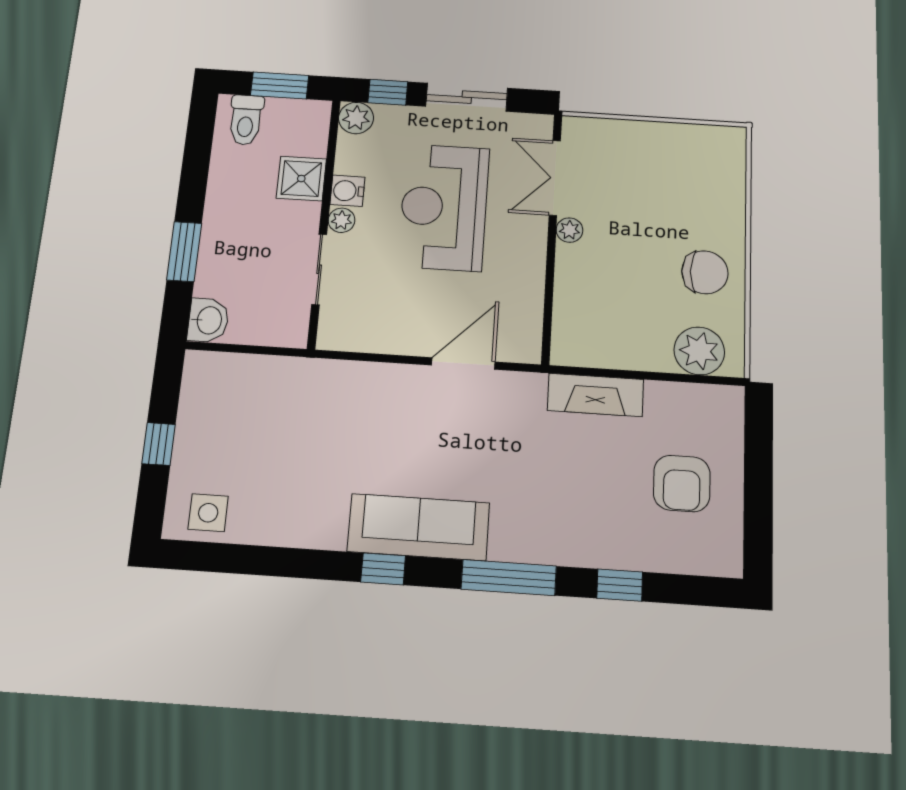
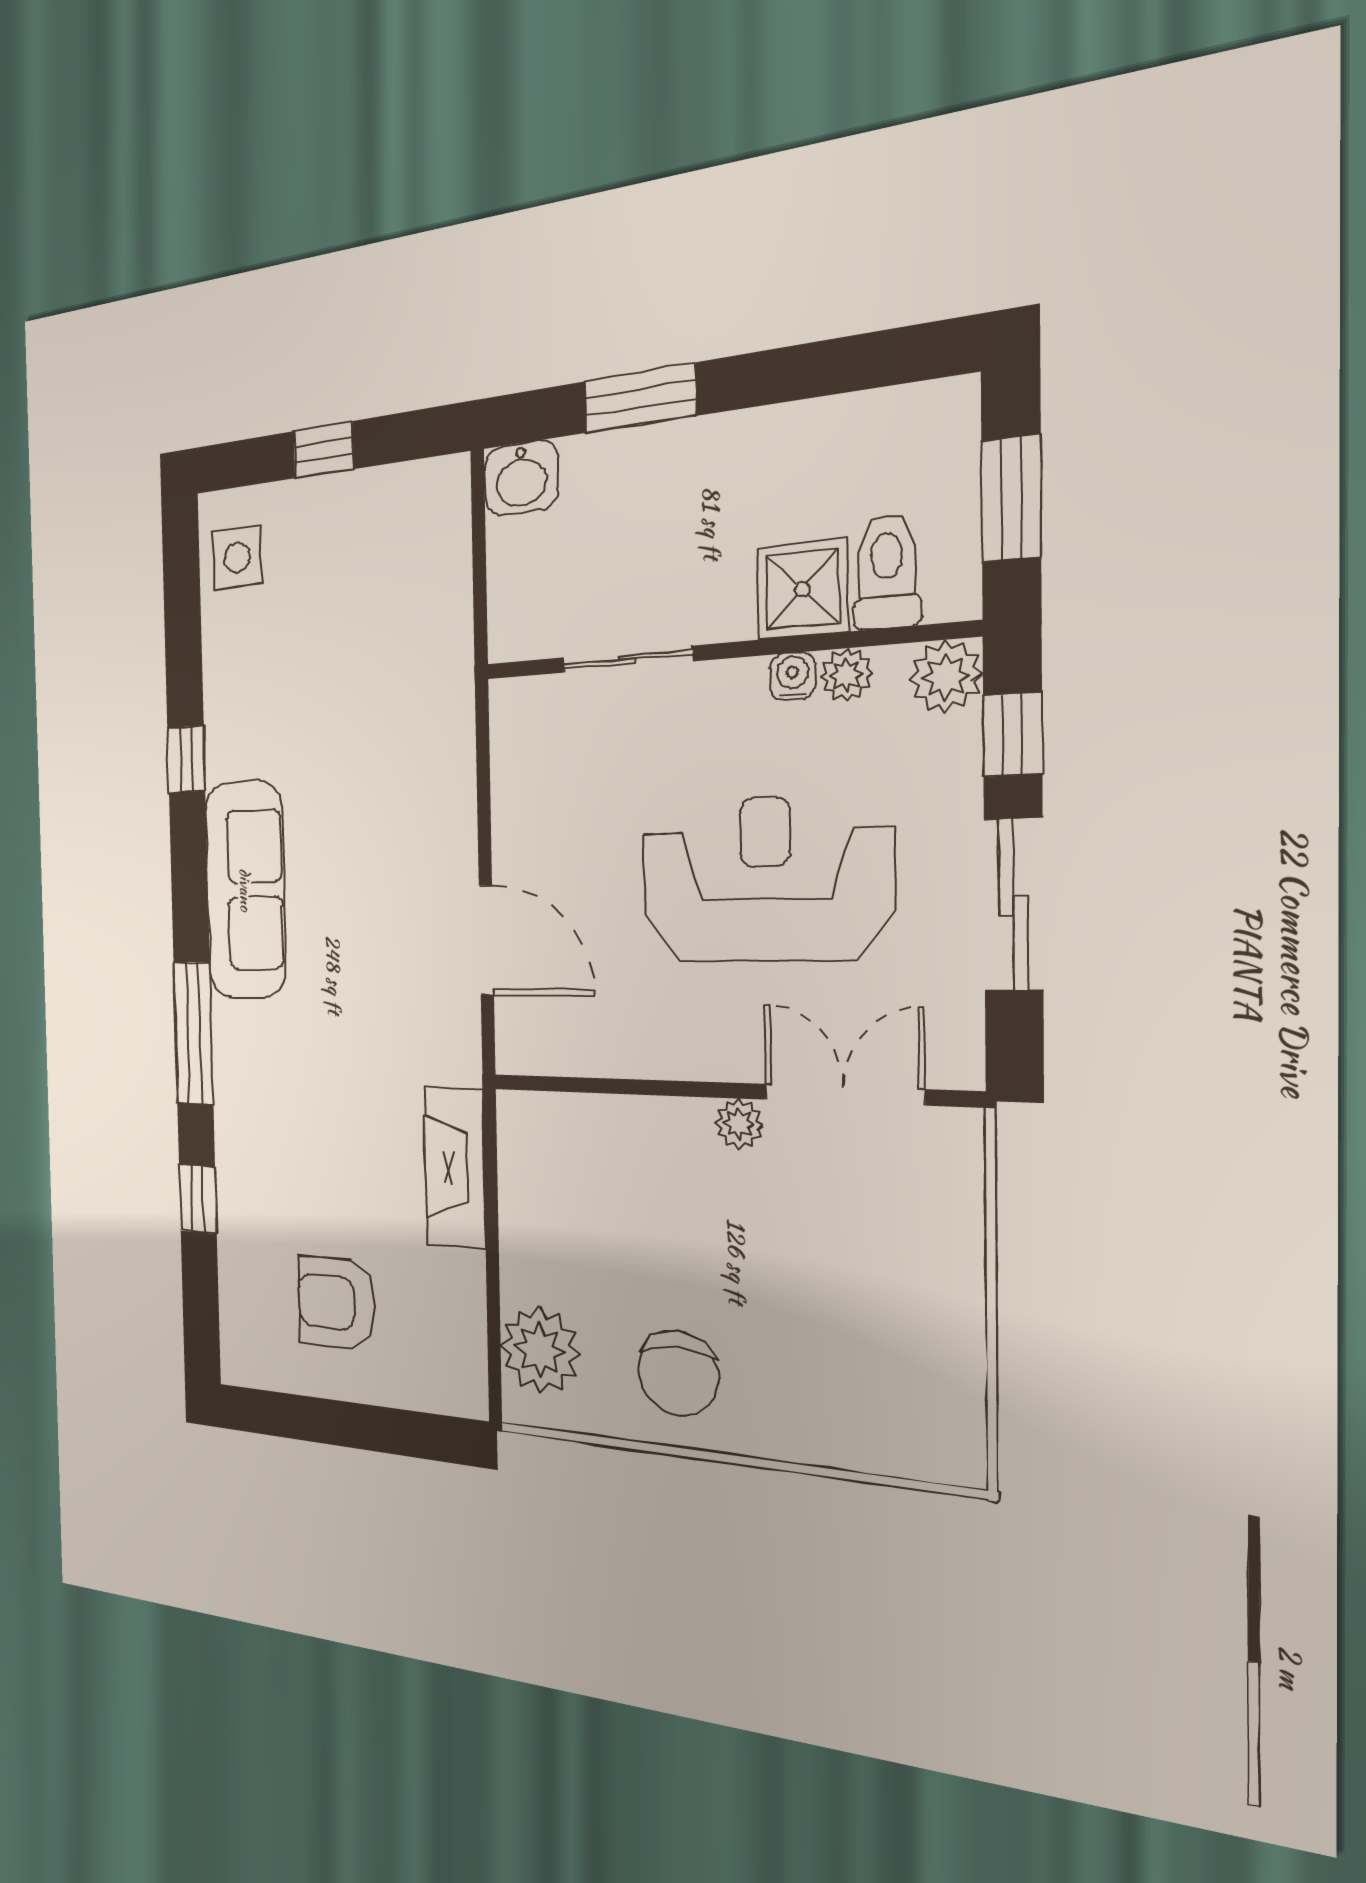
toilet: (246, 120) -> (887, 571), moved, turned 90
water cooler: (347, 191) -> (793, 676), width x0.72, depth x0.72
plant: (342, 220) -> (847, 675), moved
window: (383, 569) -> (186, 759), moved

